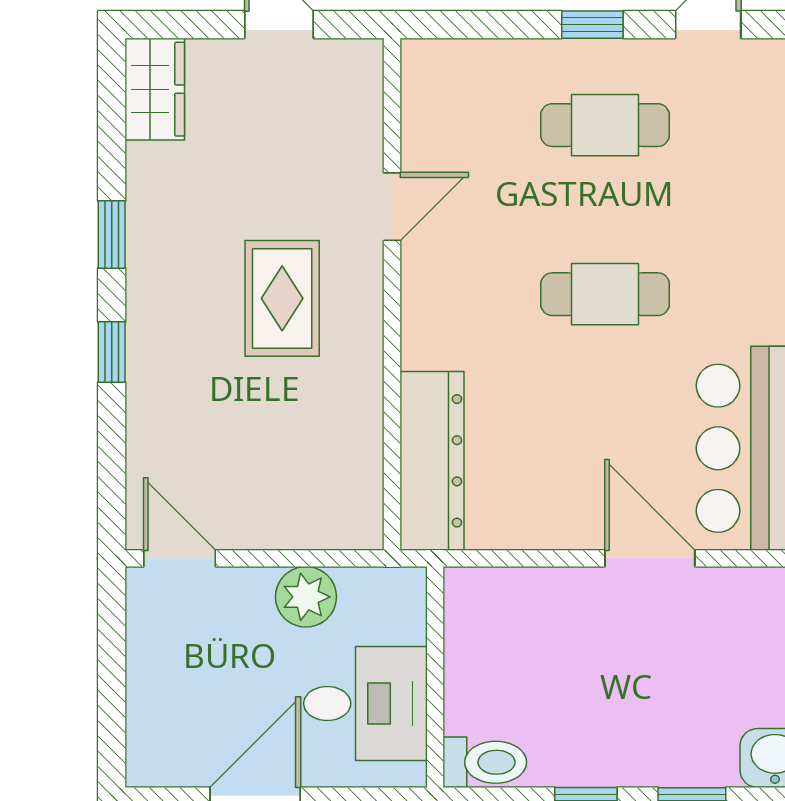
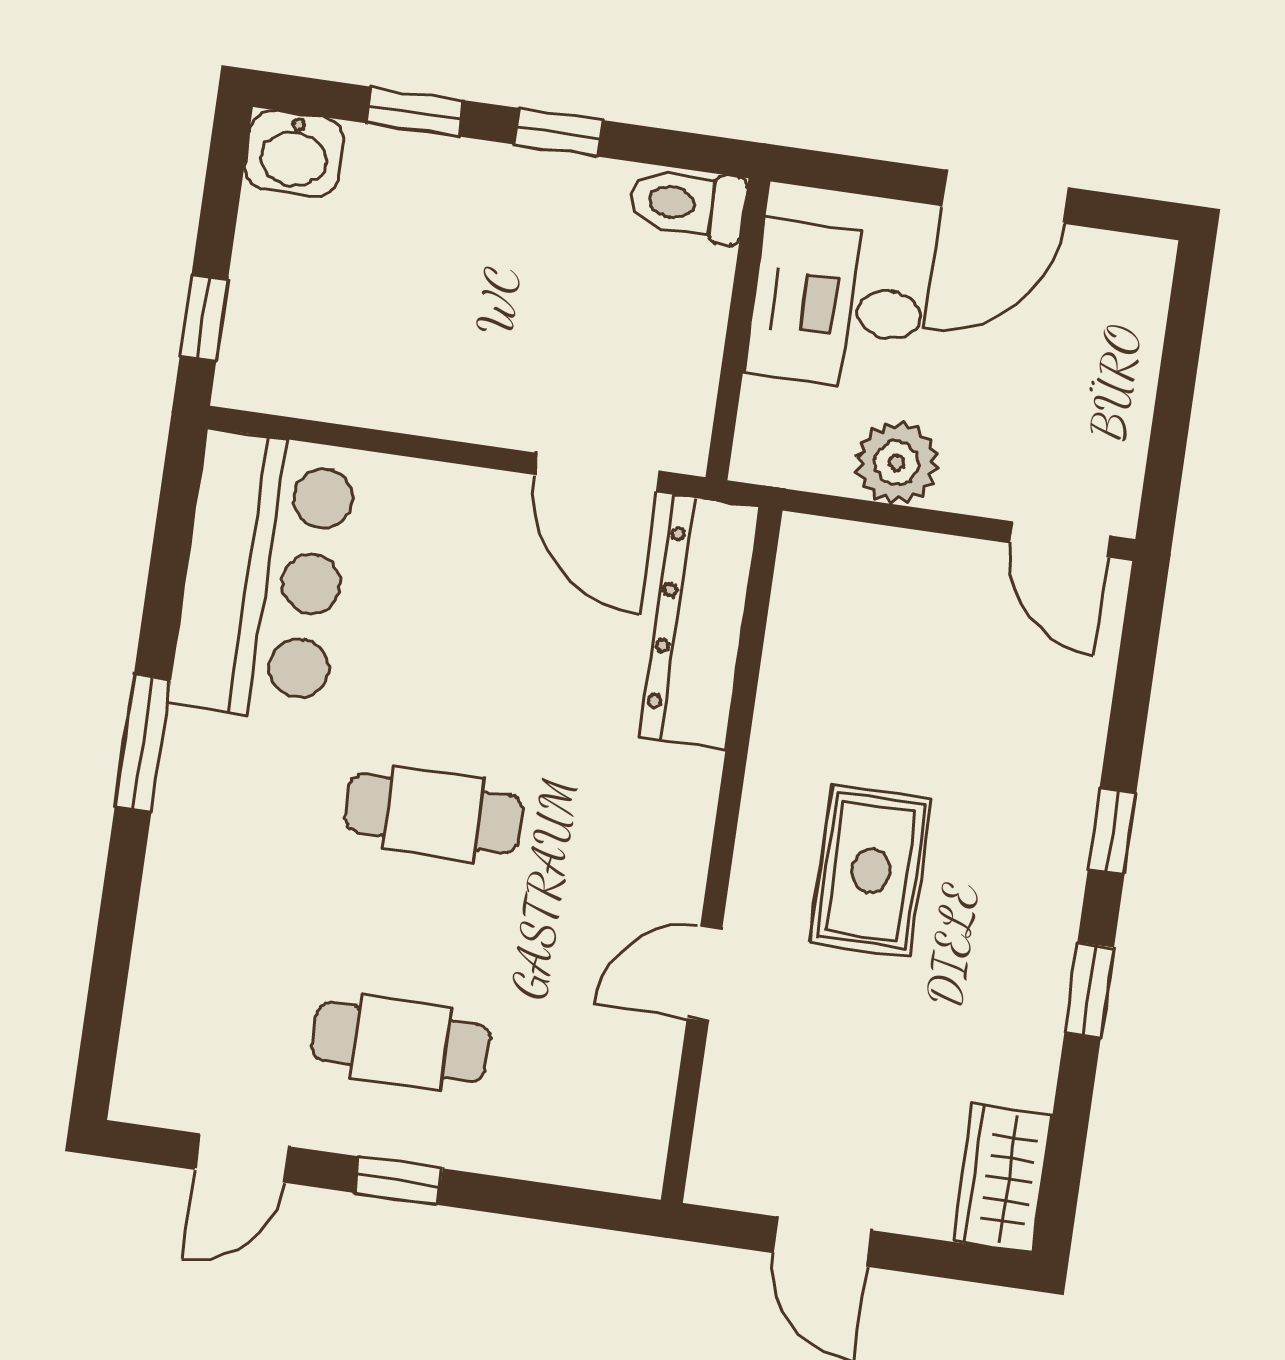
door: (650, 558) -> (597, 473), moved

